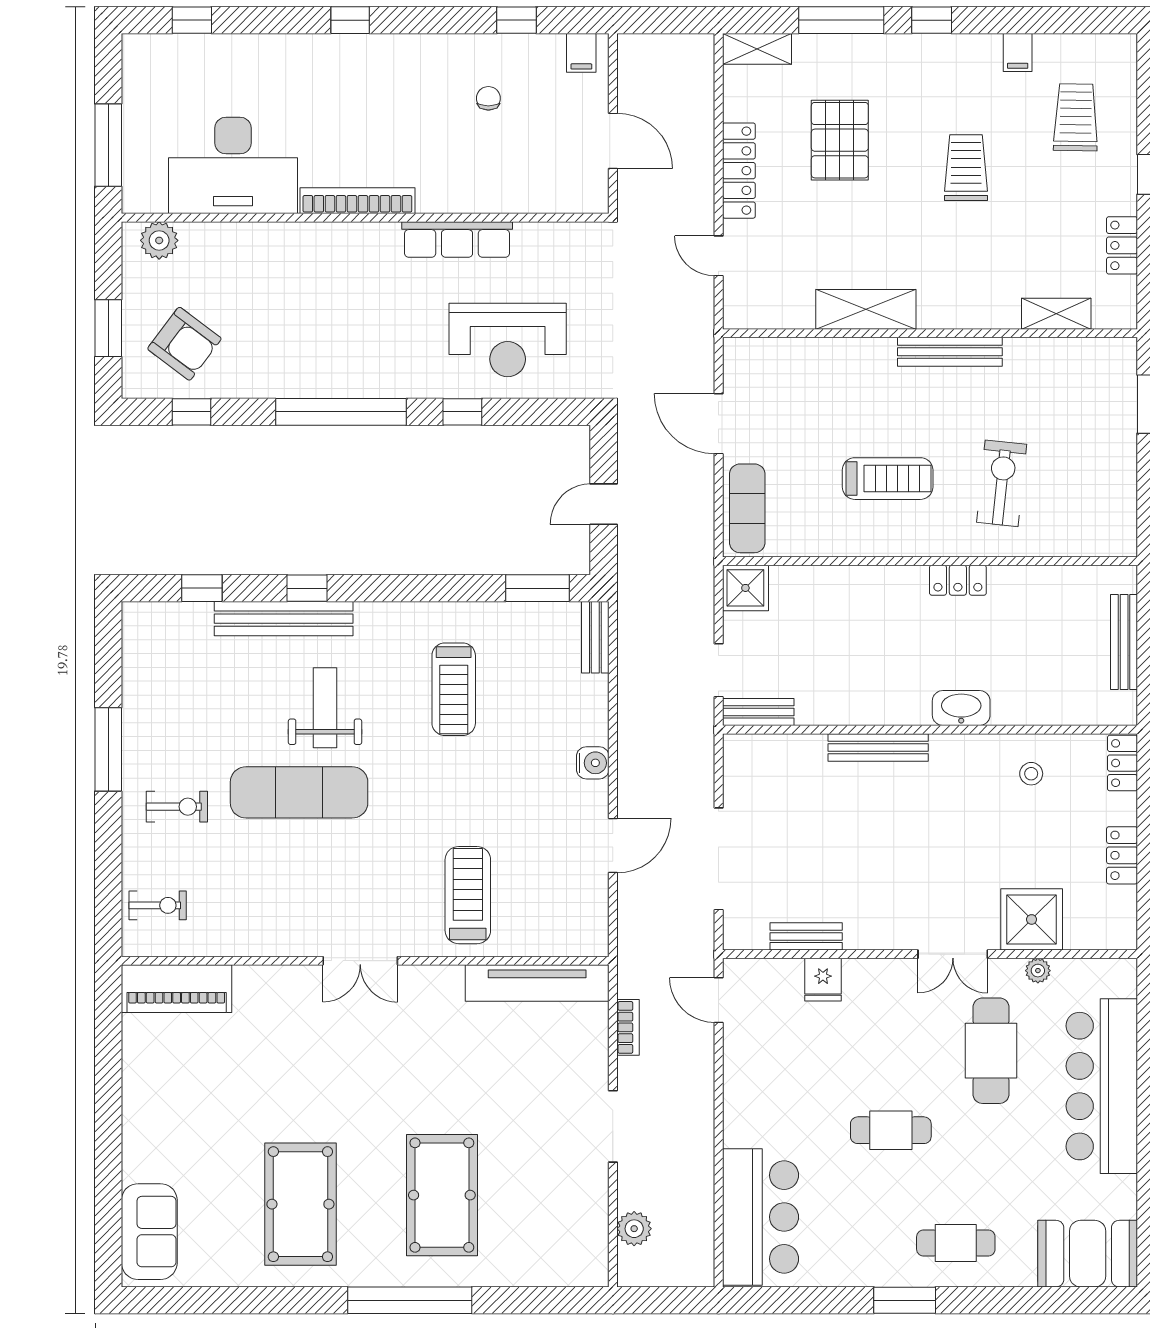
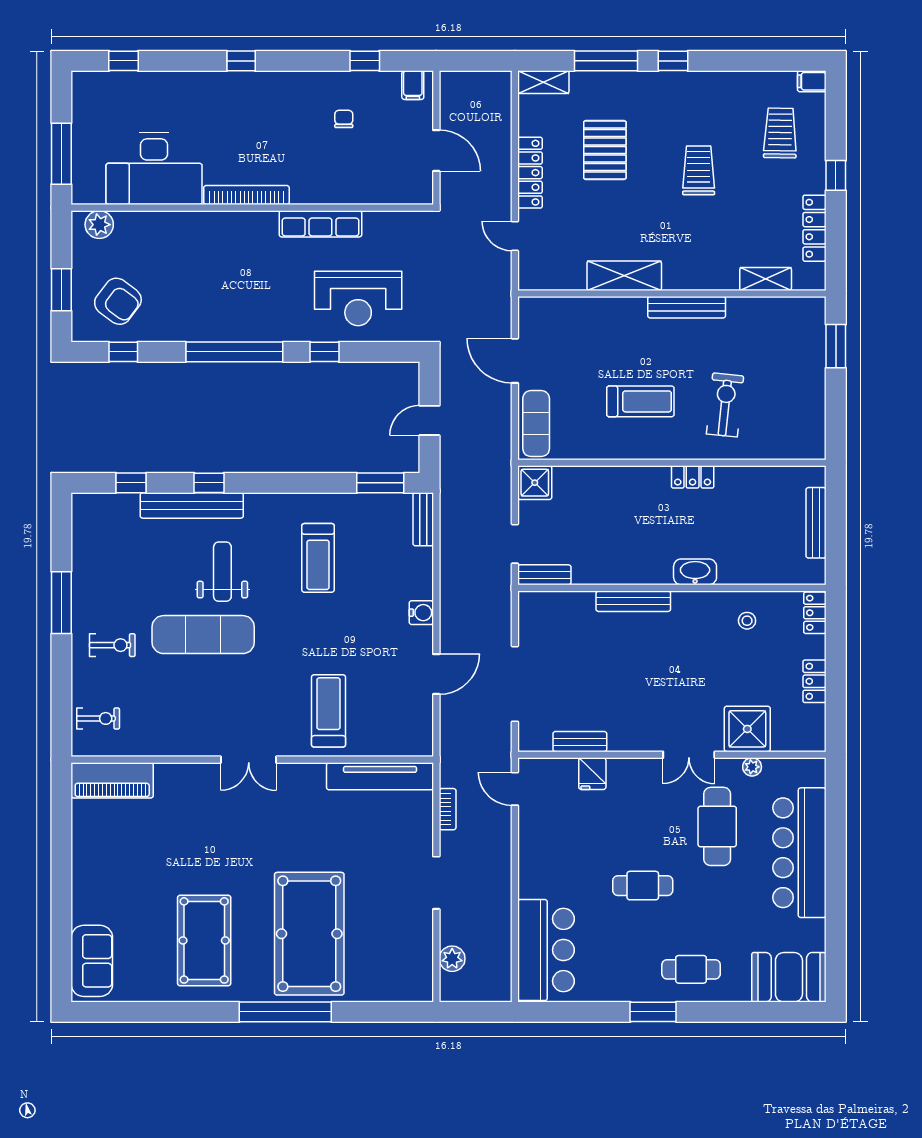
filing cabinet: (1018, 52) -> (812, 81), moved, turned 90
locker: (1122, 245) -> (814, 228), width x1.53
pool table: (442, 1195) -> (309, 934), width x1.36, depth x1.32

